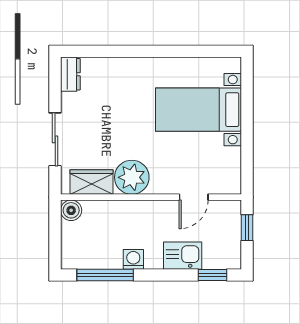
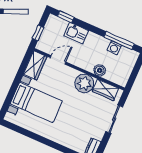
wardrobe: (228, 171) -> (35, 65), added
boiler: (71, 210) -> (100, 70), moved
washing machine: (133, 259) -> (114, 48), moved

